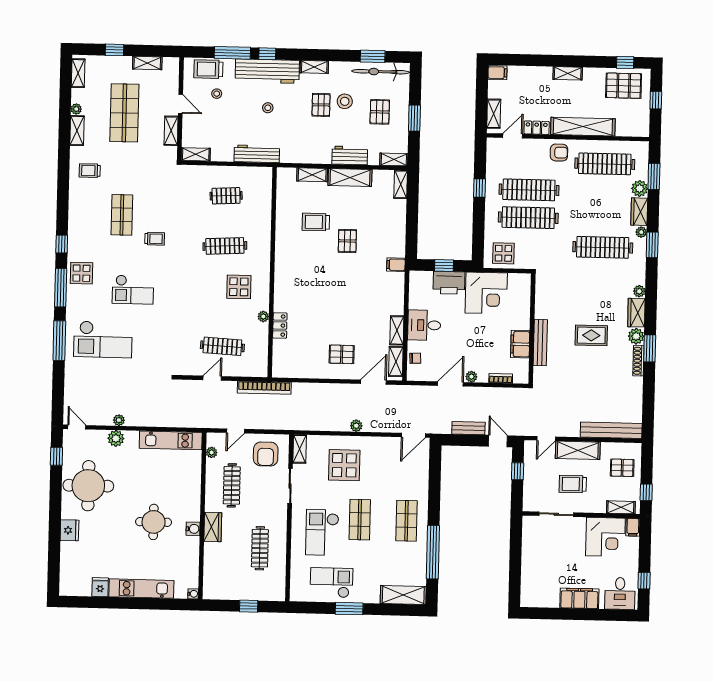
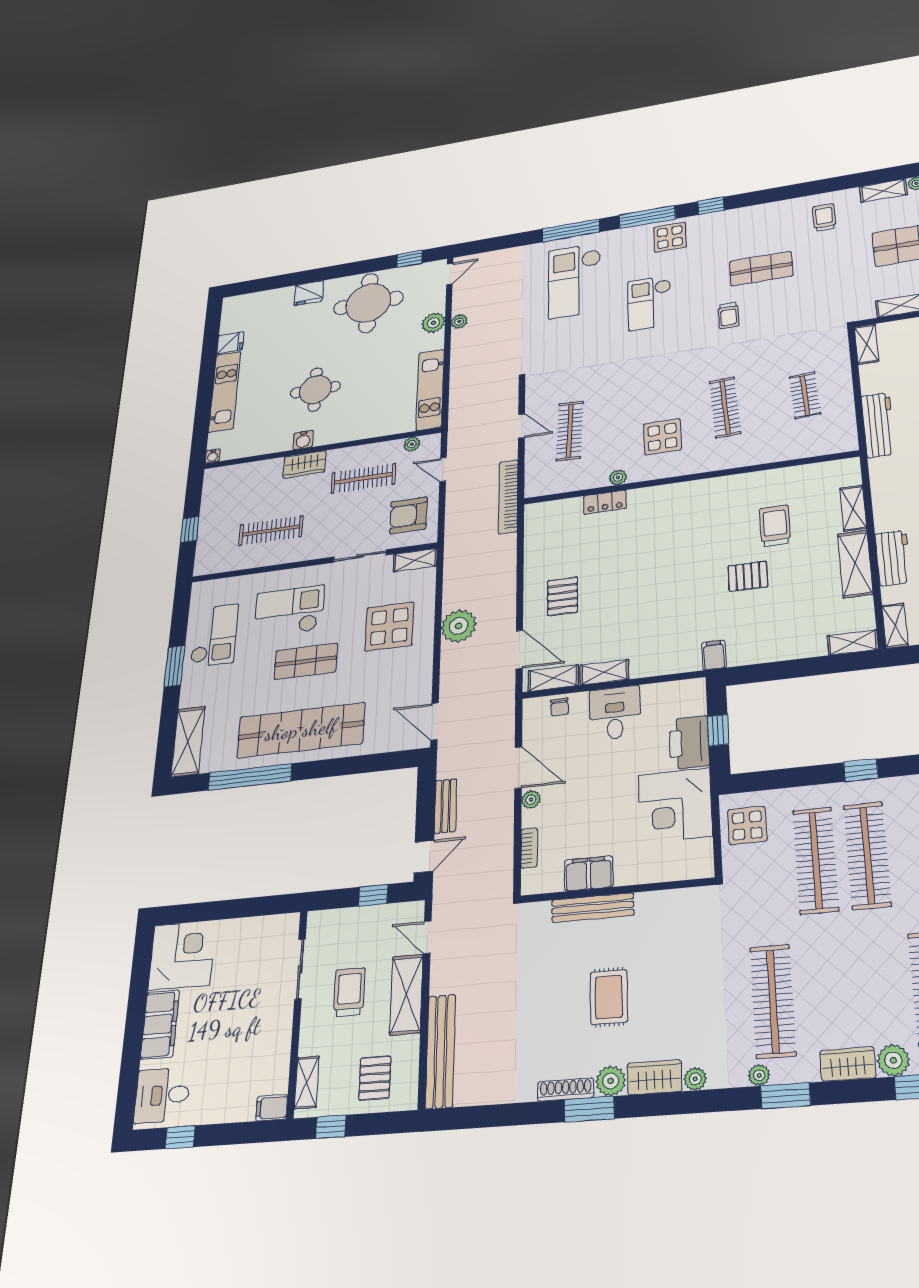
plant: (641, 232) -> (759, 1075), moved
plant: (356, 426) -> (459, 626), width x1.88, depth x1.88
shop shelf: (406, 521) -> (301, 730), width x2.00, depth x1.36
corner desk: (605, 537) -> (182, 955), moved, turned 180

